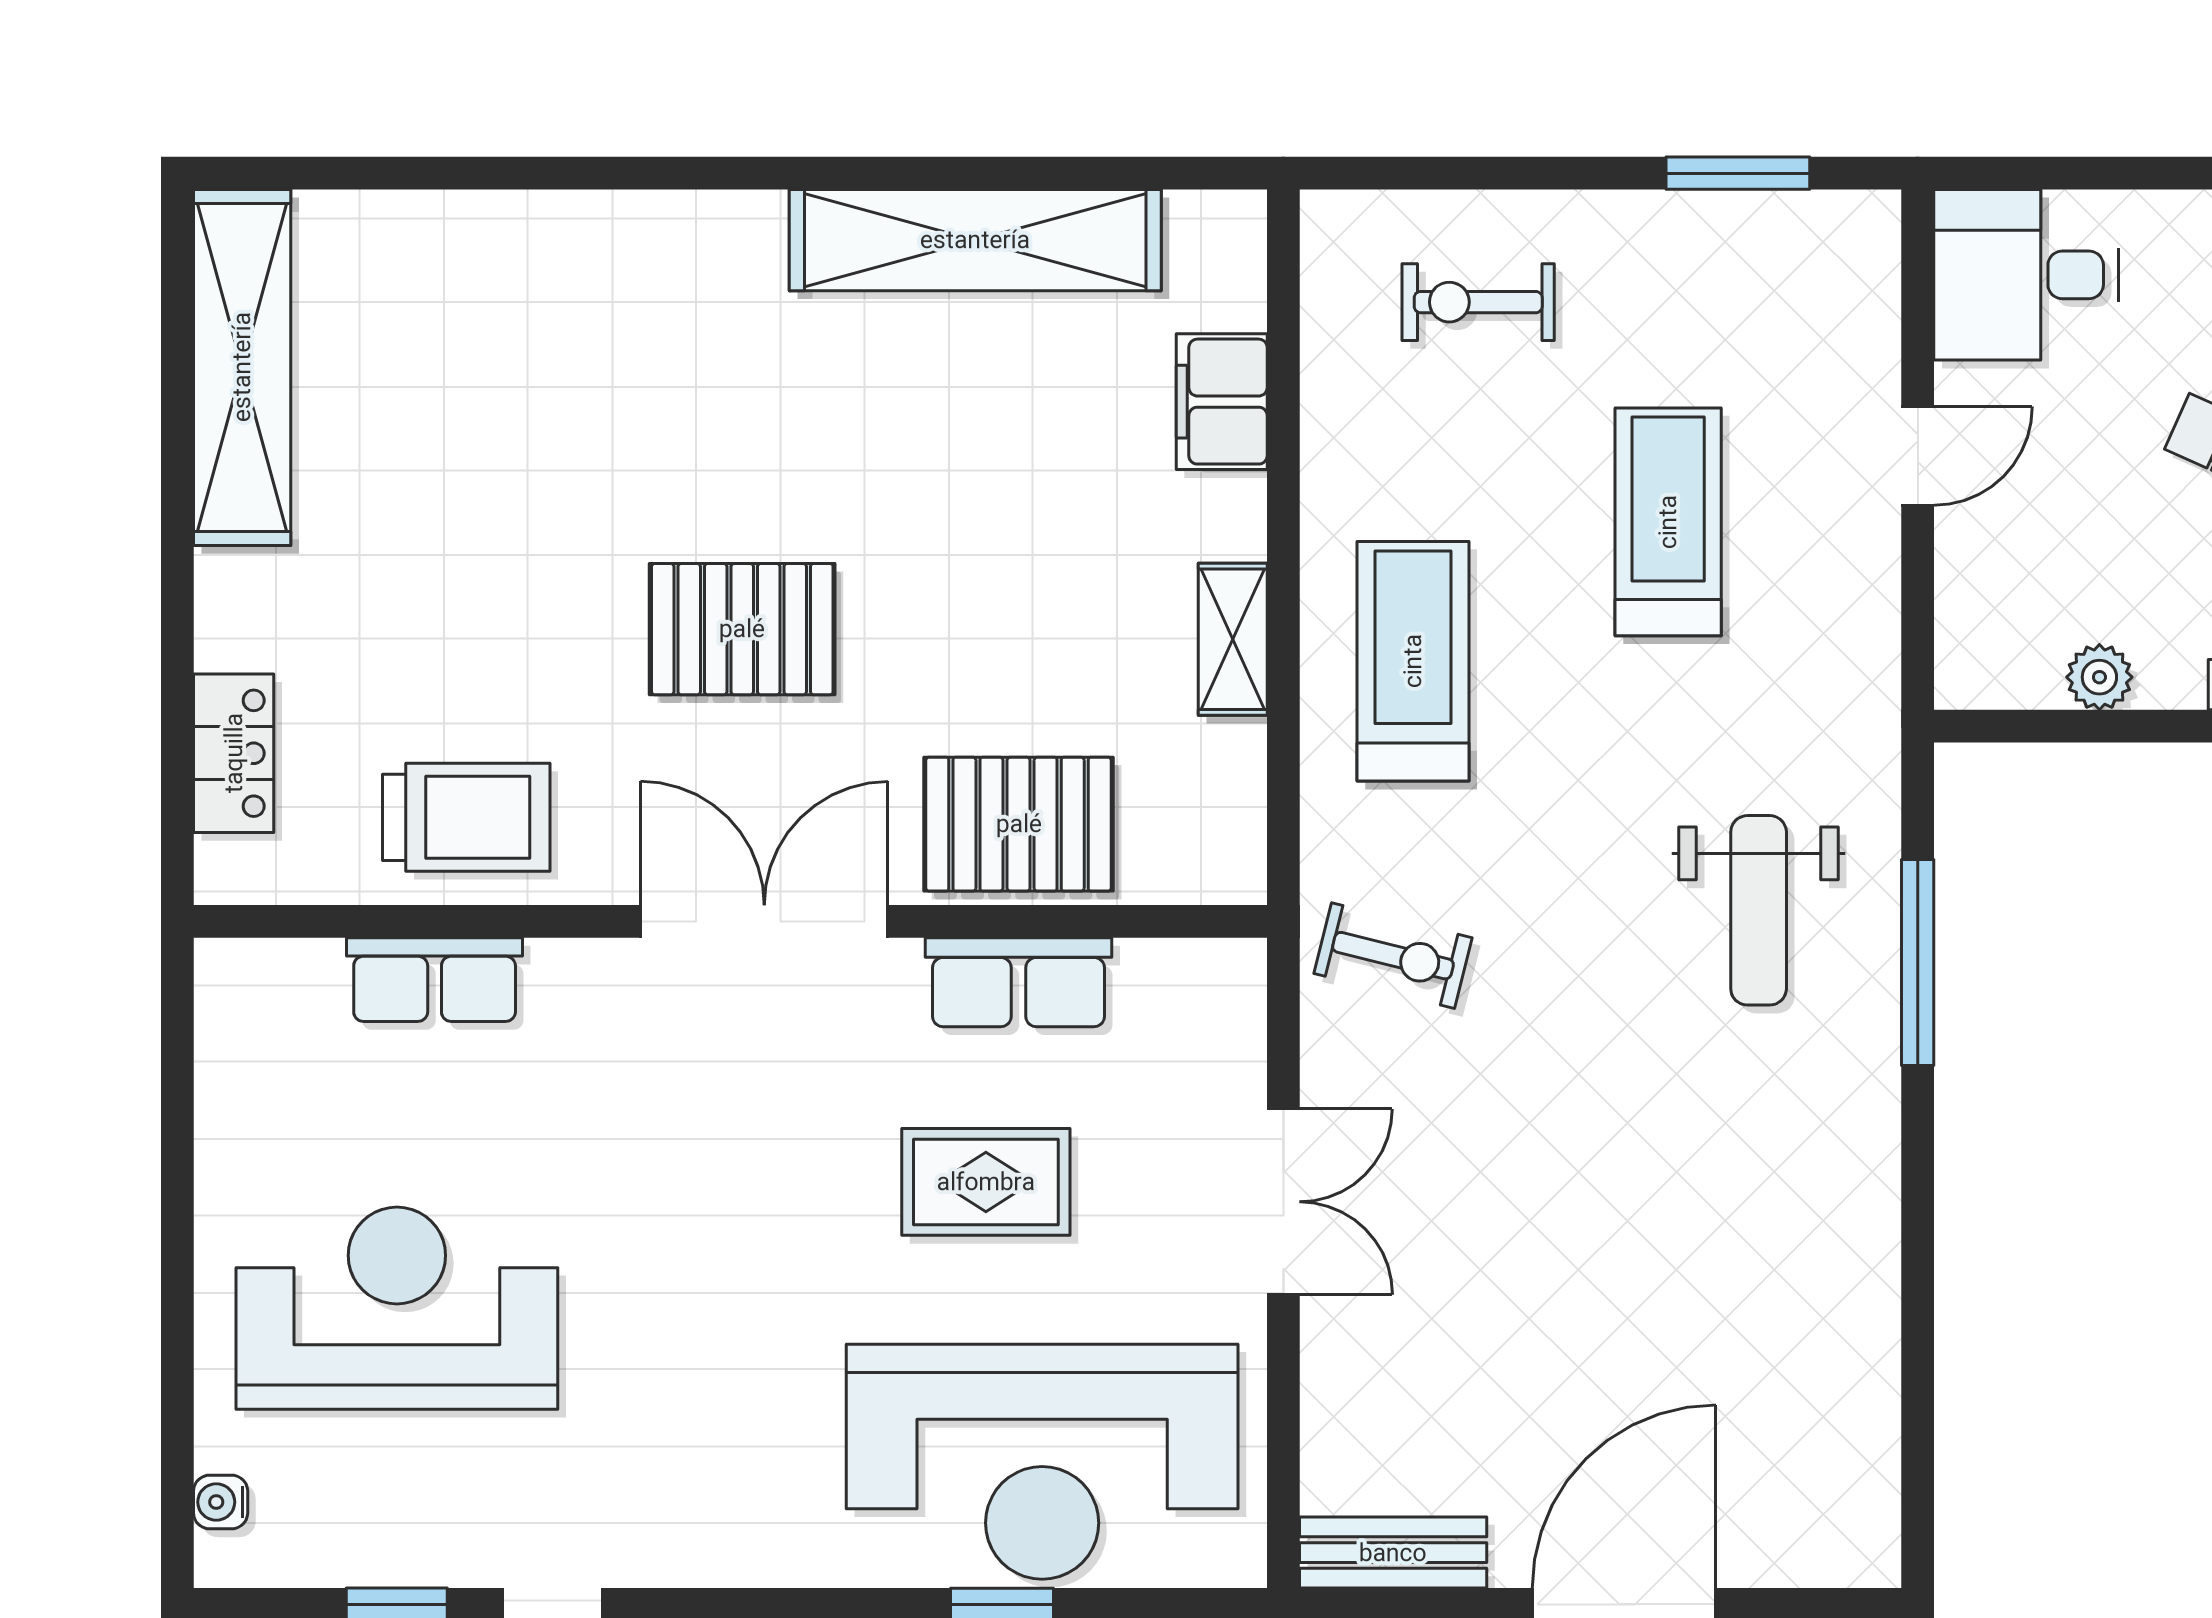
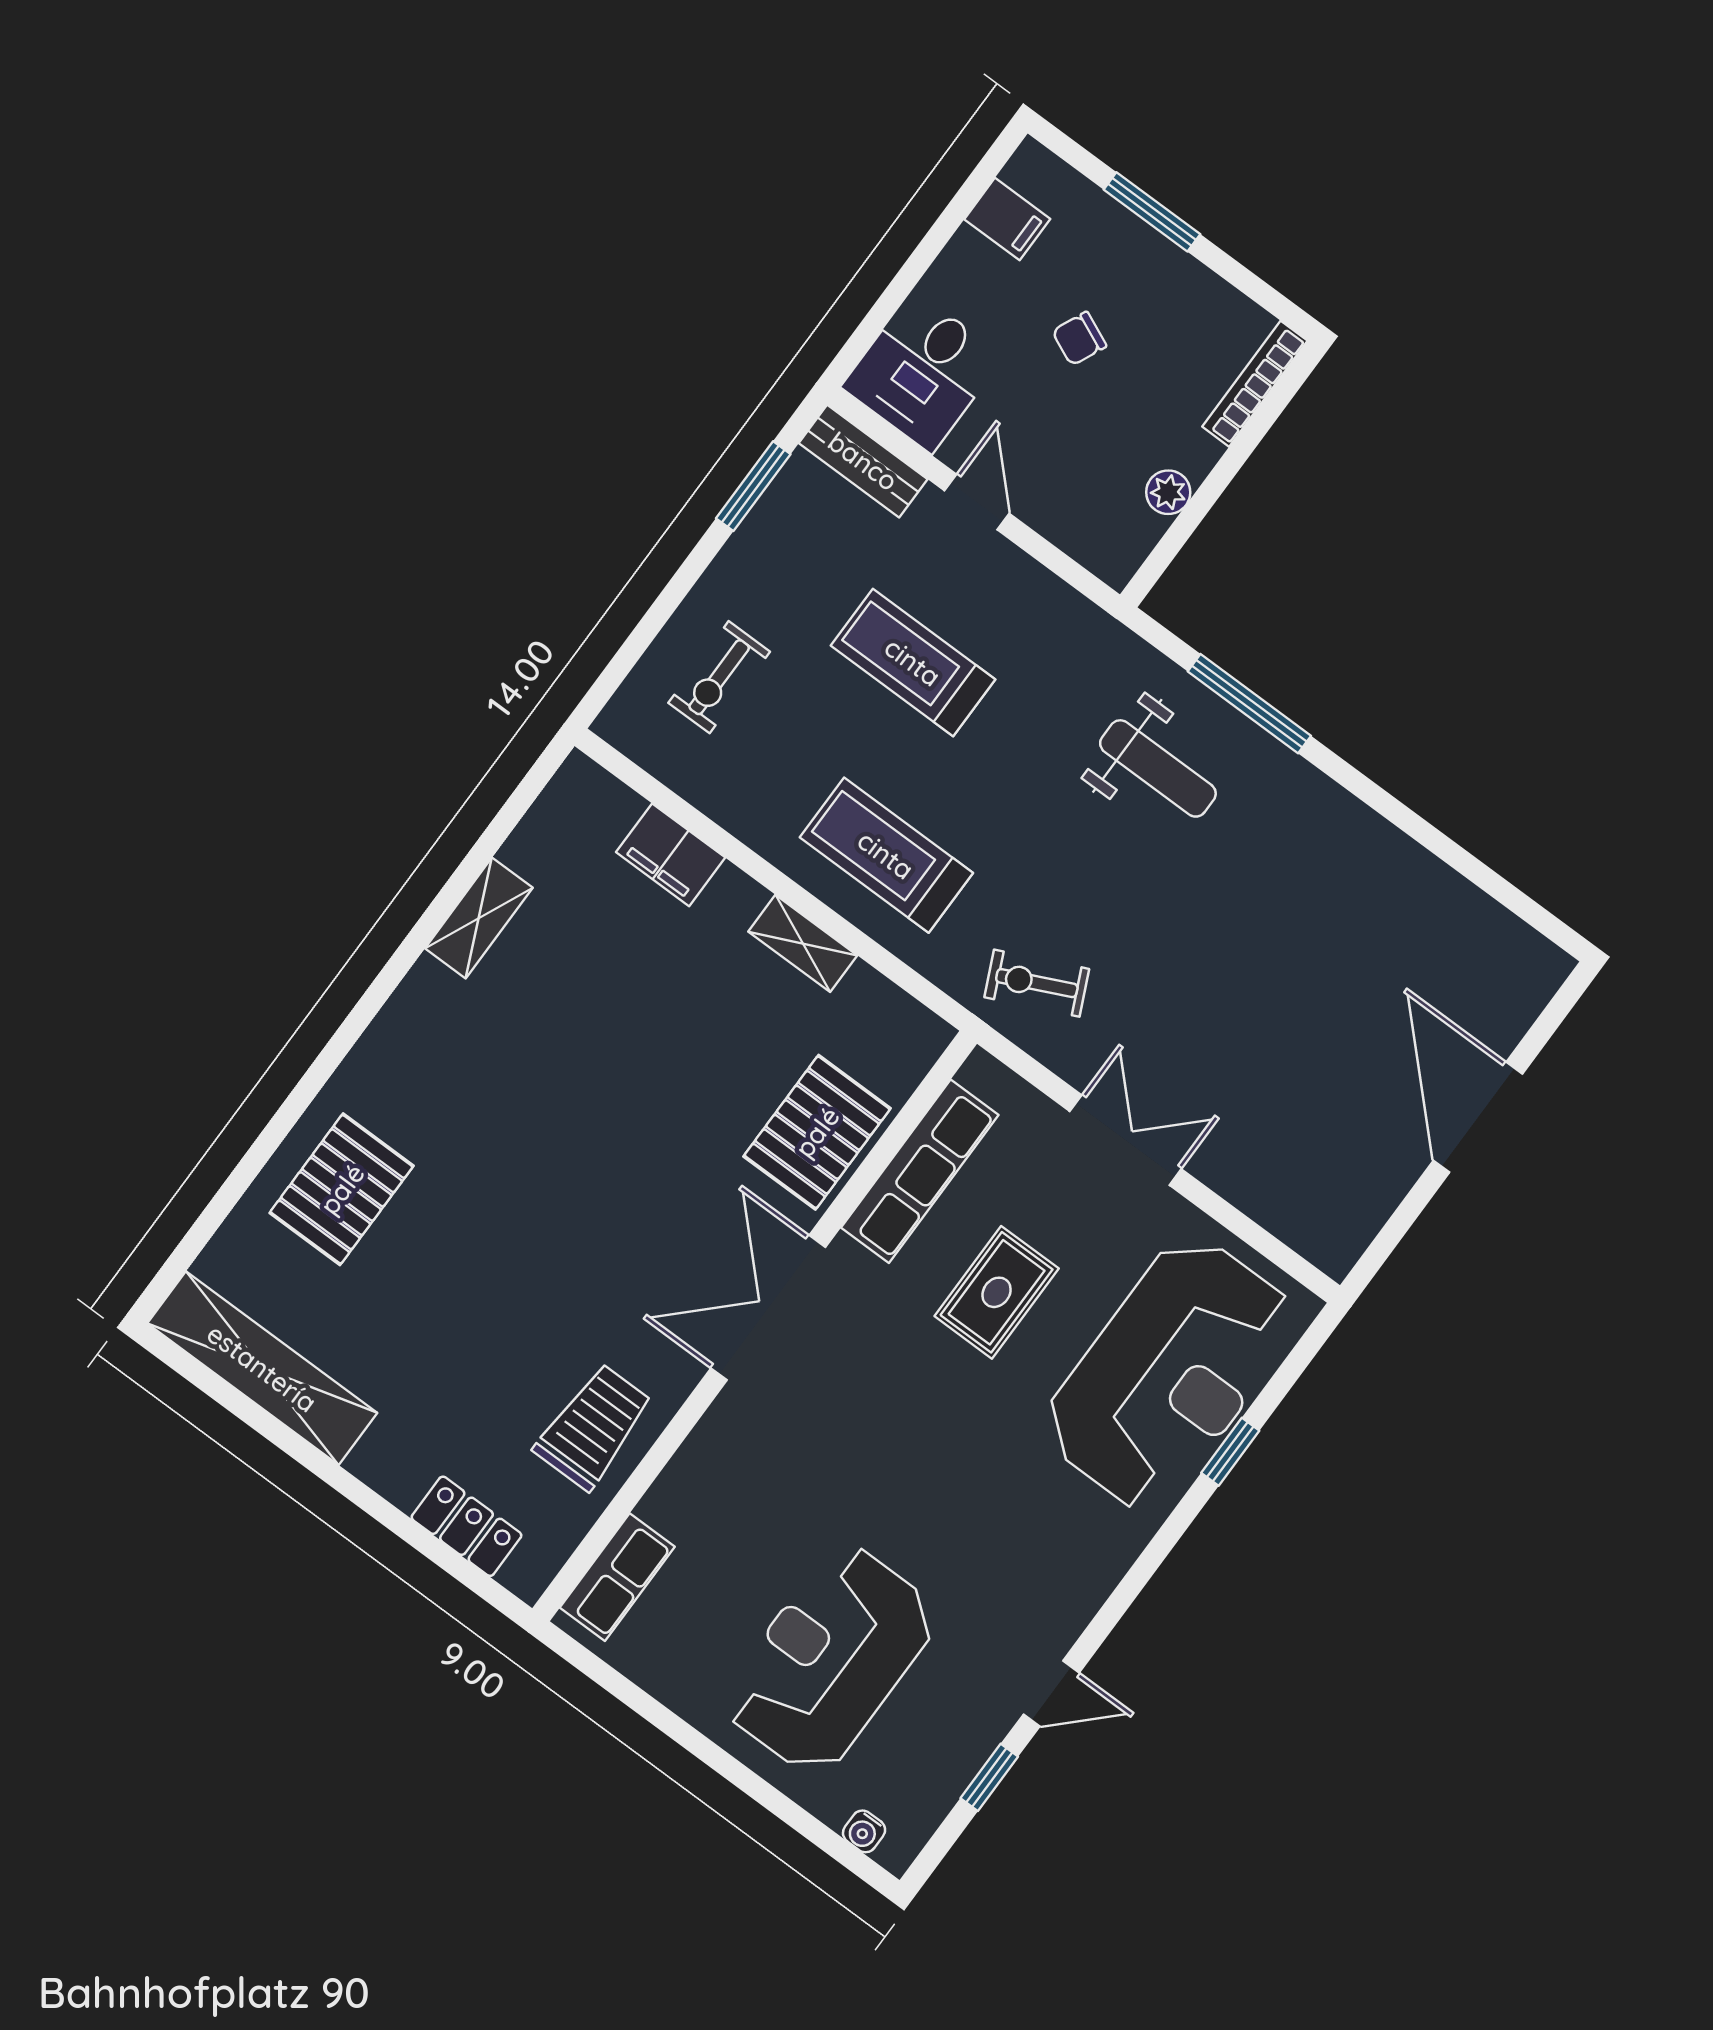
shelving: (975, 240) -> (479, 918), width x0.45, depth x0.75
pallet: (742, 629) -> (342, 1189), moved
exercise bike: (1393, 956) -> (1037, 983), turned -129
row of seats: (435, 980) -> (617, 1577), moved
row of seats: (1019, 982) -> (920, 1171), width x1.48
bench: (1393, 1553) -> (863, 461), moved, turned 90

